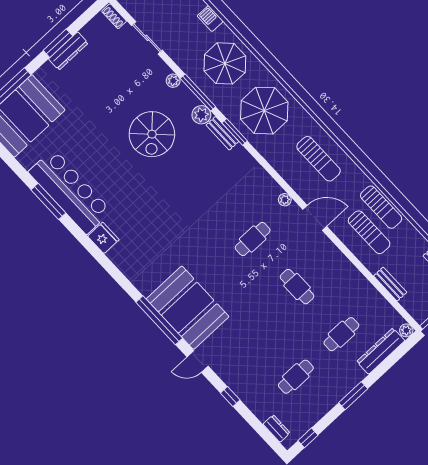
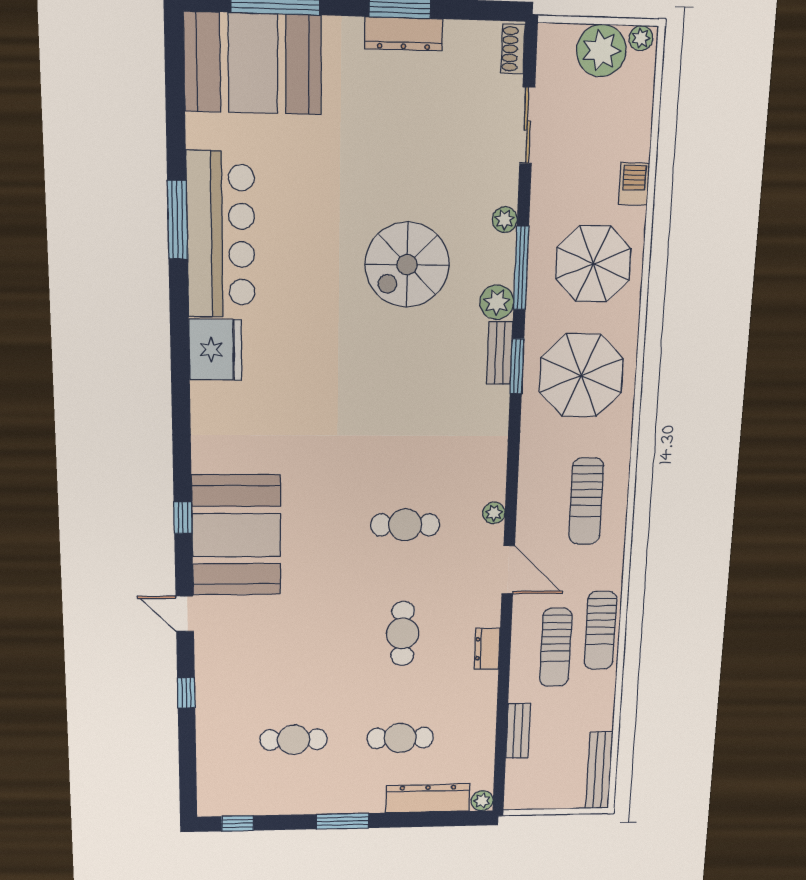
fridge: (103, 238) -> (215, 350), width x1.36, depth x1.34
window: (159, 320) -> (183, 518), width x0.32
dresser: (277, 428) -> (487, 649), moved, turned 180

